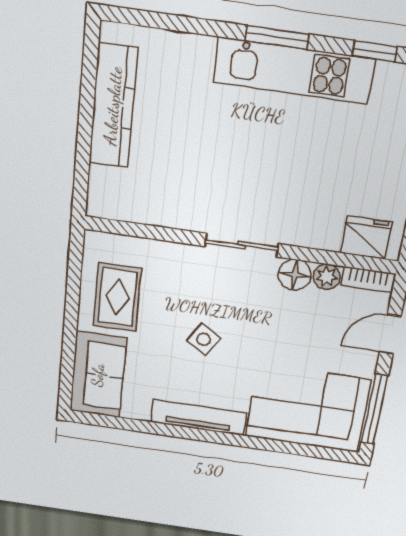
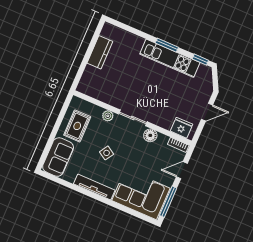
kitchen counter: (113, 106) -> (100, 52), width x0.67
plant: (327, 277) -> (108, 116), moved

